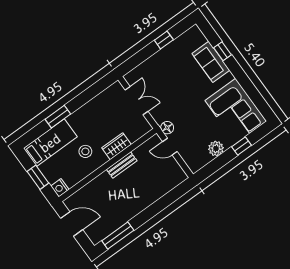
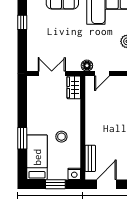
wardrobe: (116, 146) -> (74, 87), moved
bench: (122, 165) -> (90, 158), moved

